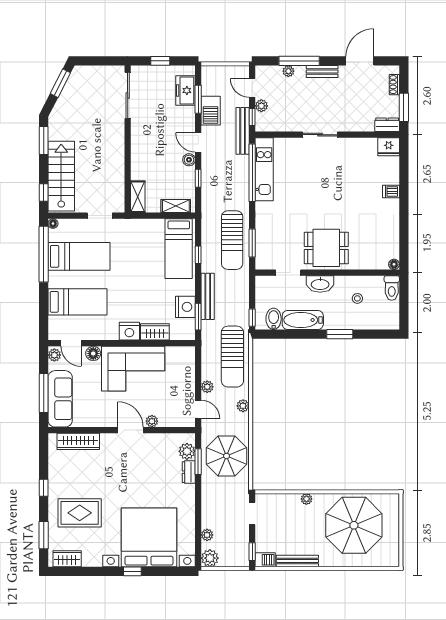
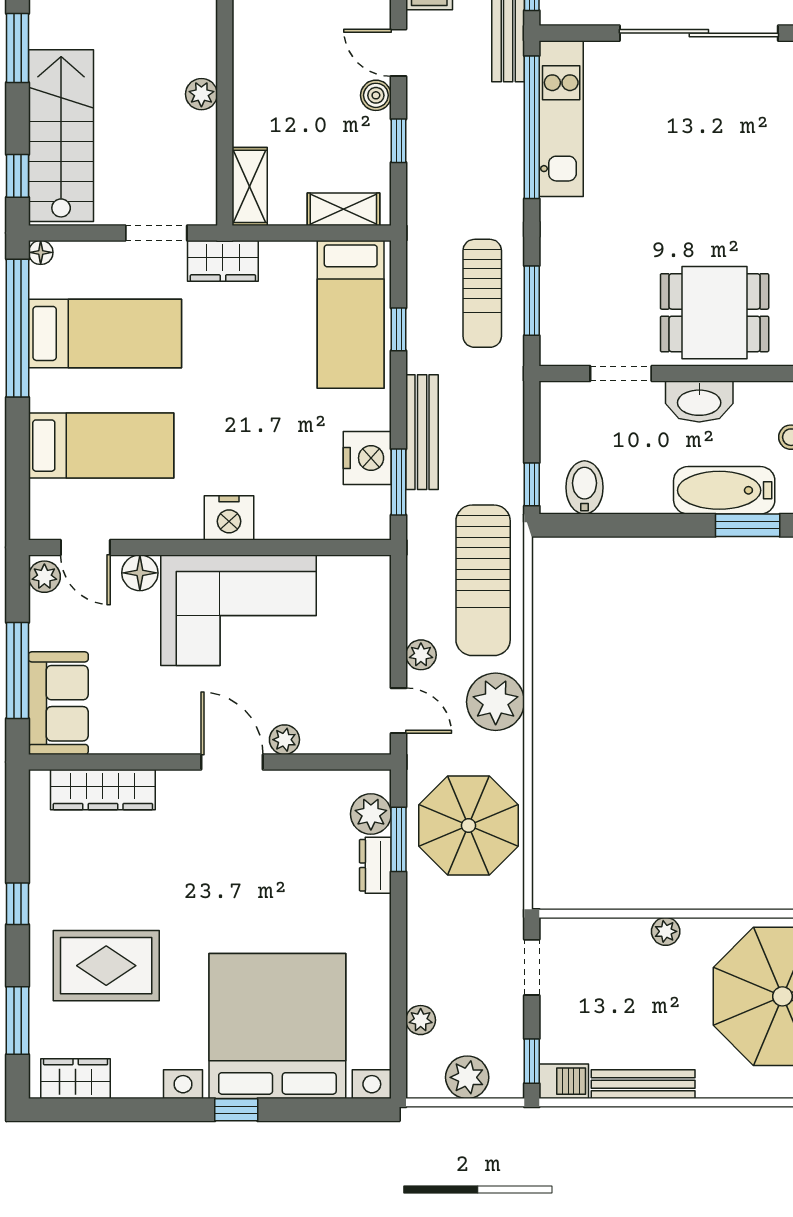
sliding door: (320, 135) -> (699, 33), width x1.86
plant: (118, 159) -> (201, 94), added
sun lounger: (232, 240) -> (482, 293), width x0.73, depth x0.75
bathtub: (303, 320) -> (724, 490), moved
wardrobe: (155, 332) -> (223, 261), moved, turned 180
sofa: (60, 399) -> (58, 703), width x0.73
plant: (243, 406) -> (496, 702), width x1.88, depth x1.88
plant: (210, 558) -> (467, 1077), moved

